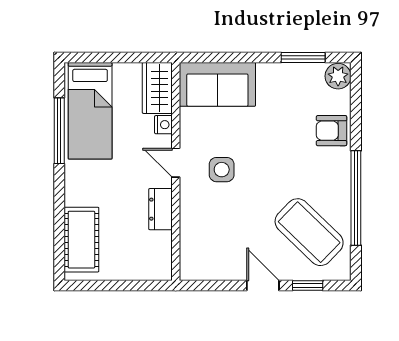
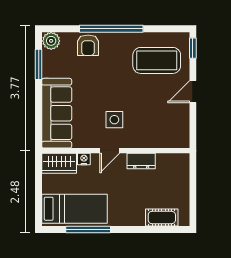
sofa: (217, 84) -> (57, 113), width x1.36
window: (356, 198) -> (111, 29), moved
coffee table: (309, 232) -> (157, 60), turned 46
cot: (81, 240) -> (162, 218), width x0.73, depth x0.75
window: (308, 285) -> (193, 48), moved

